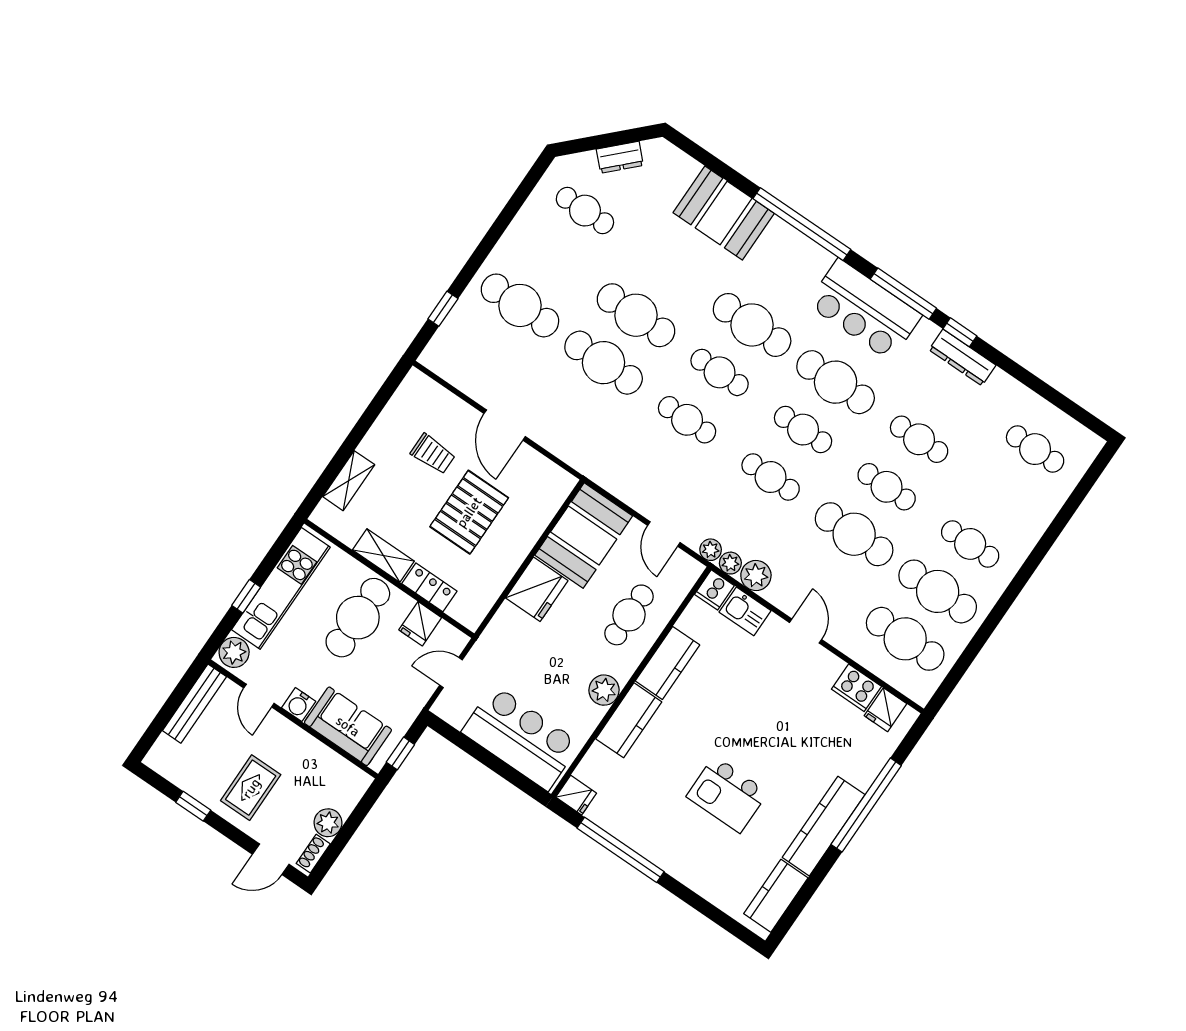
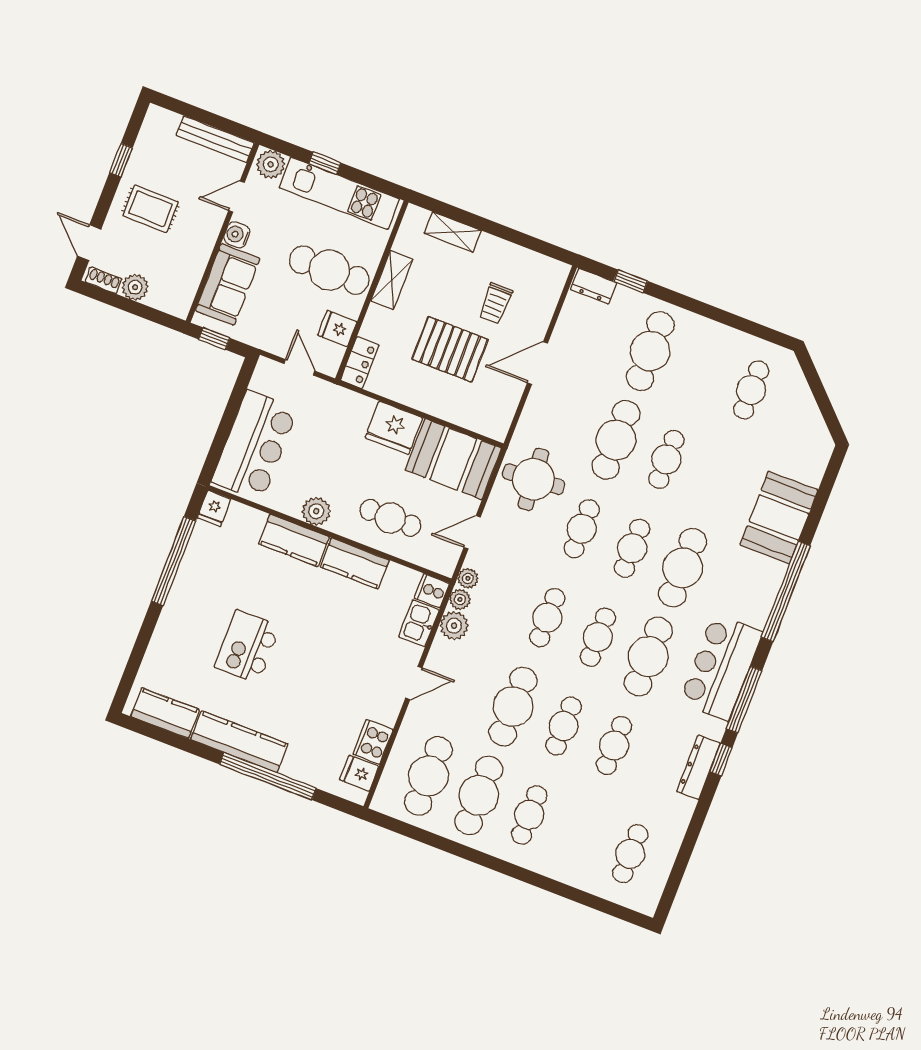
dresser: (620, 157) -> (594, 286), moved, turned -45
cafe table: (636, 315) -> (666, 459), width x0.73, depth x0.74
round table: (624, 458) -> (534, 479), added
locker: (429, 587) -> (359, 363), moved

